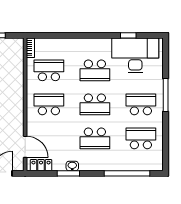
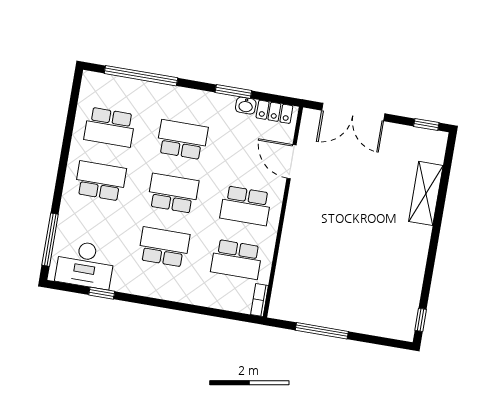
desk: (135, 55) -> (85, 264), width x0.73, depth x0.77
window: (166, 95) -> (50, 240), moved
school desk: (141, 104) -> (100, 181), turned 180
door: (25, 147) -> (292, 162), moved
washbasin: (72, 166) -> (246, 106), moved

